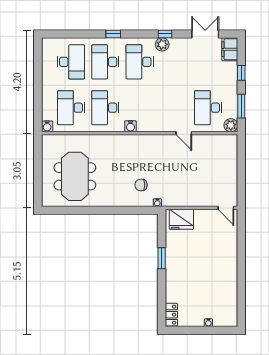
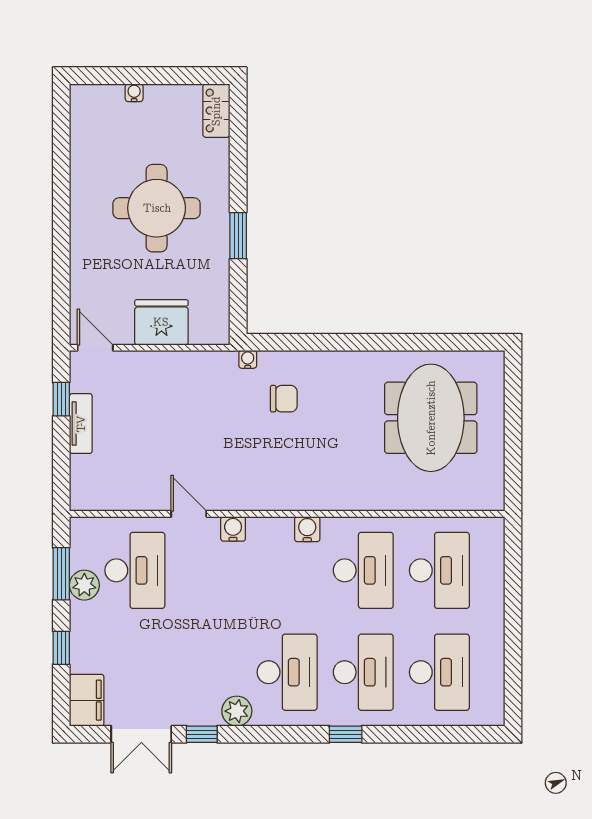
window: (165, 34) -> (202, 734), moved
desk: (71, 62) -> (439, 672), turned 180
plant: (231, 125) -> (84, 585), moved
water cooler: (47, 126) -> (233, 529), moved
tv unit: (232, 174) -> (81, 424), added
window: (241, 185) -> (61, 399), added
fridge: (181, 219) -> (161, 322), moved
round table: (198, 271) -> (157, 208), added

